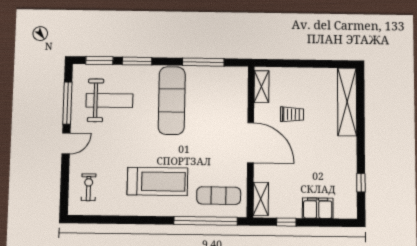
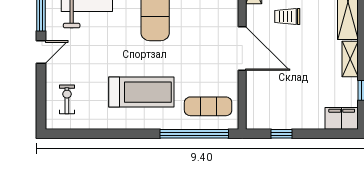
trolley: (292, 114) -> (287, 16), turned 180
shelving: (261, 199) -> (350, 59), moved
filing cabinet: (318, 208) -> (342, 118), moved

